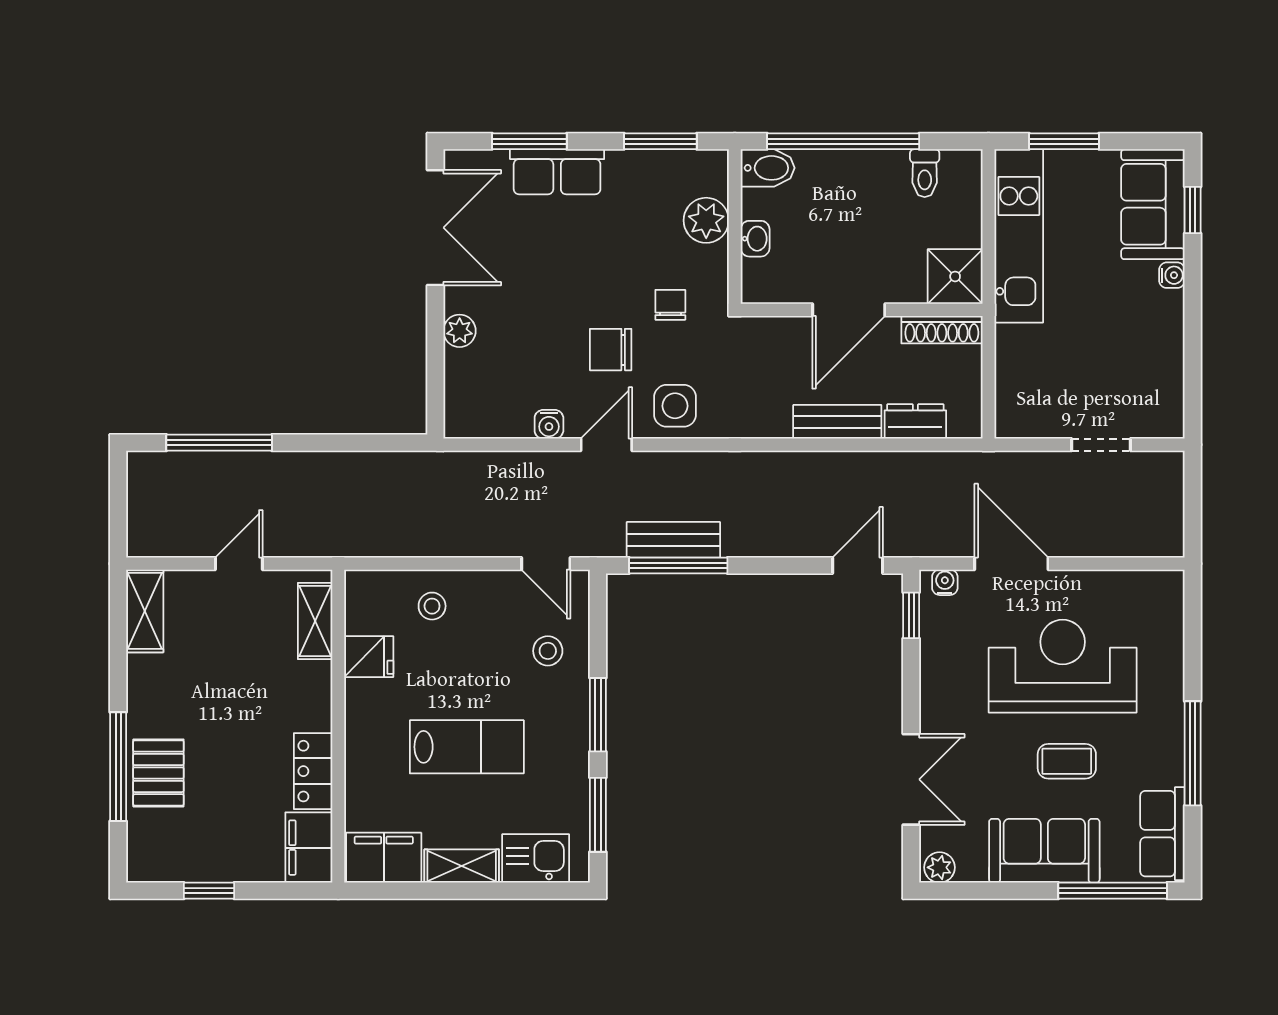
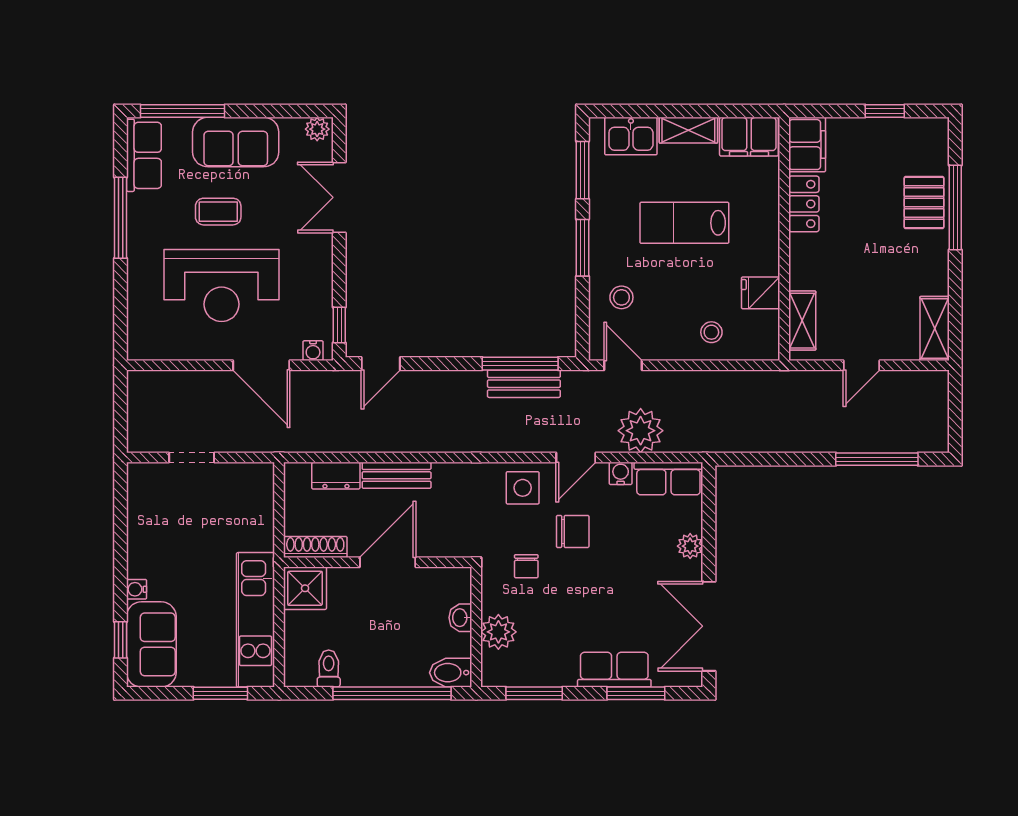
row of seats: (487, 418) -> (668, 479), added
plant: (523, 479) -> (641, 431), added

